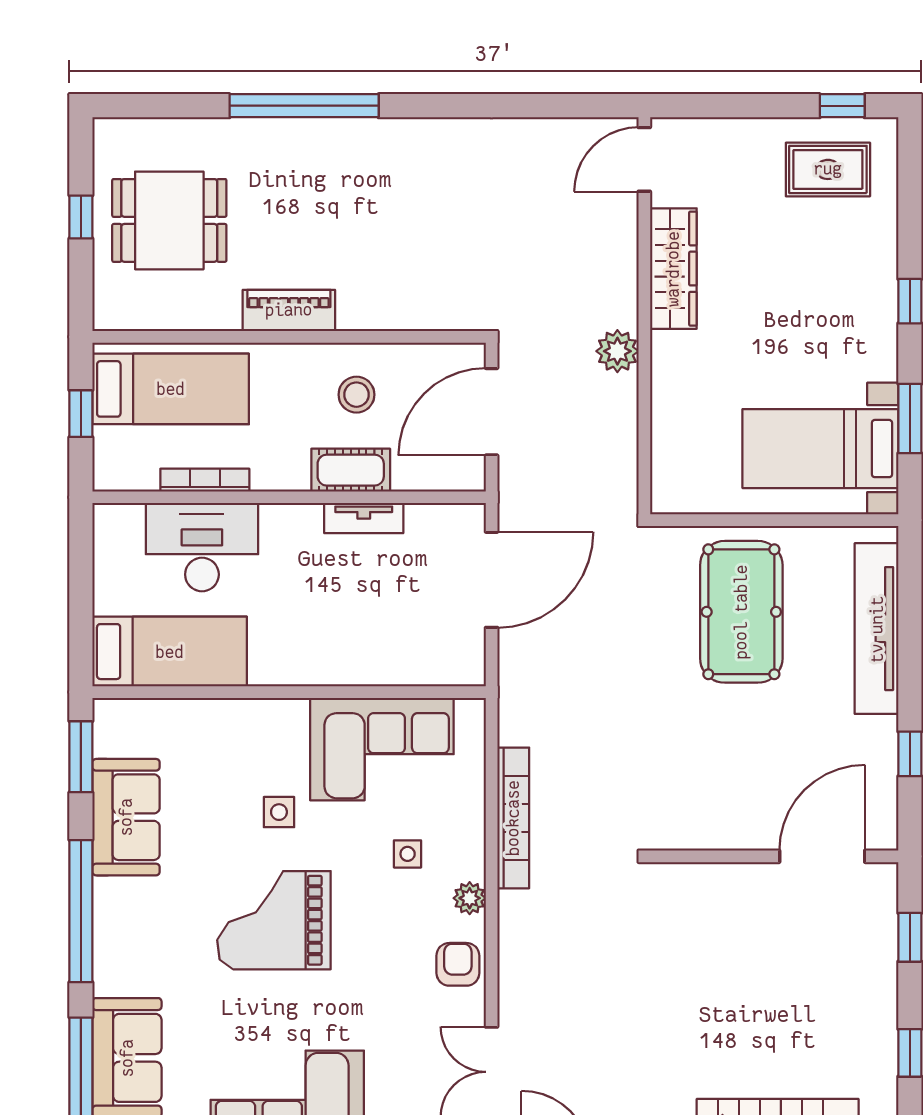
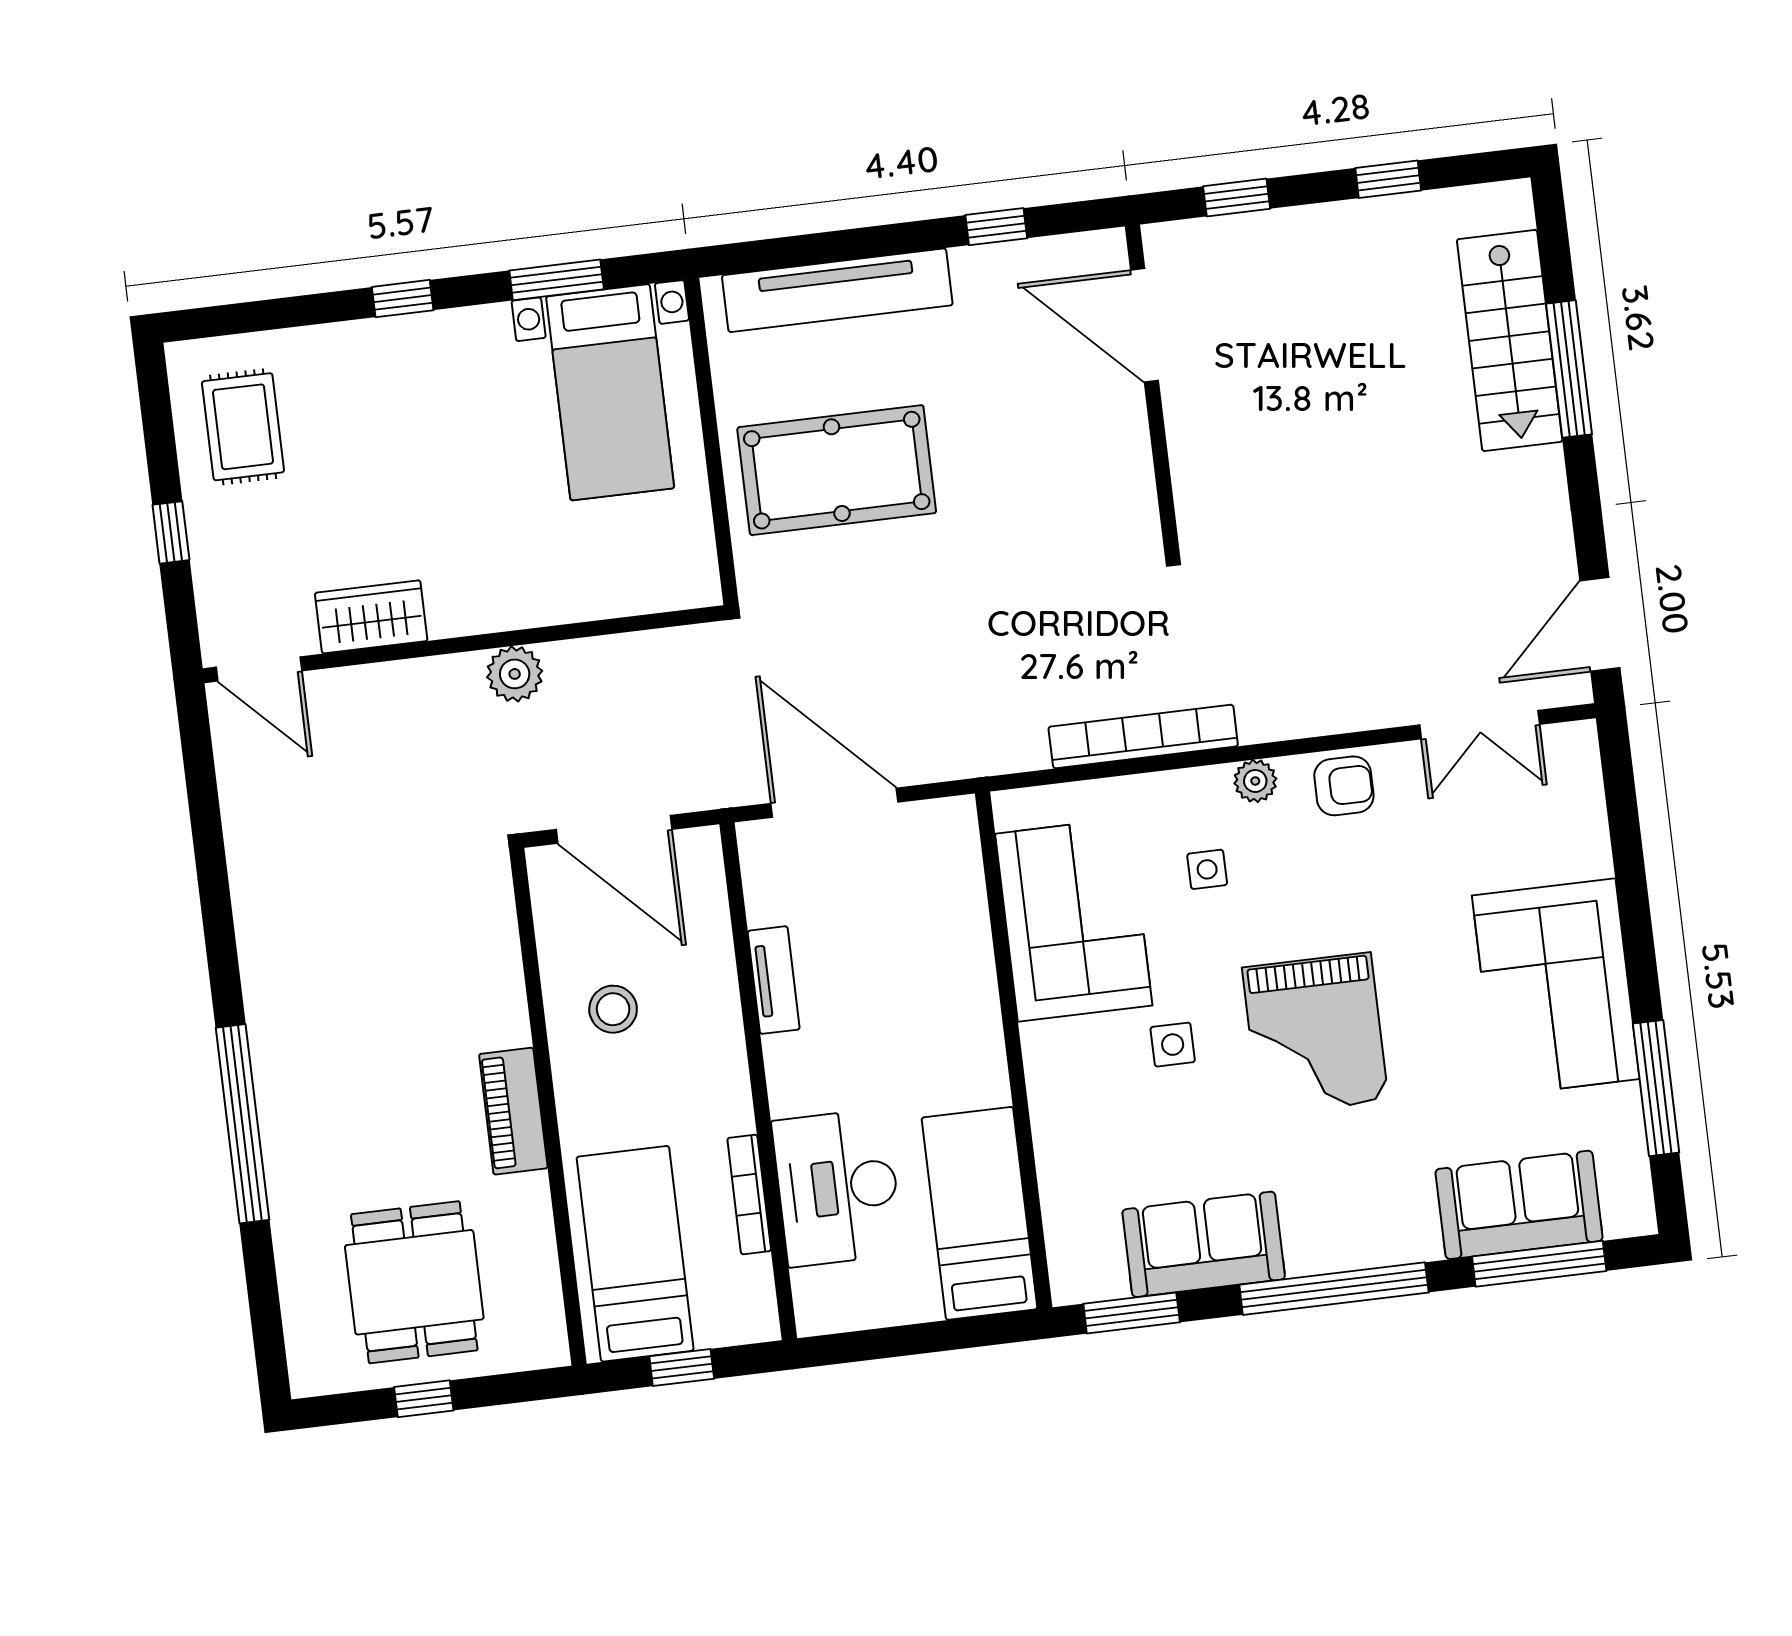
window: (842, 106) -> (171, 532), moved
wardrobe: (673, 269) -> (371, 617), width x0.67
cot: (351, 470) -> (713, 1005), removed
armchair: (458, 964) -> (1344, 786), turned 180

